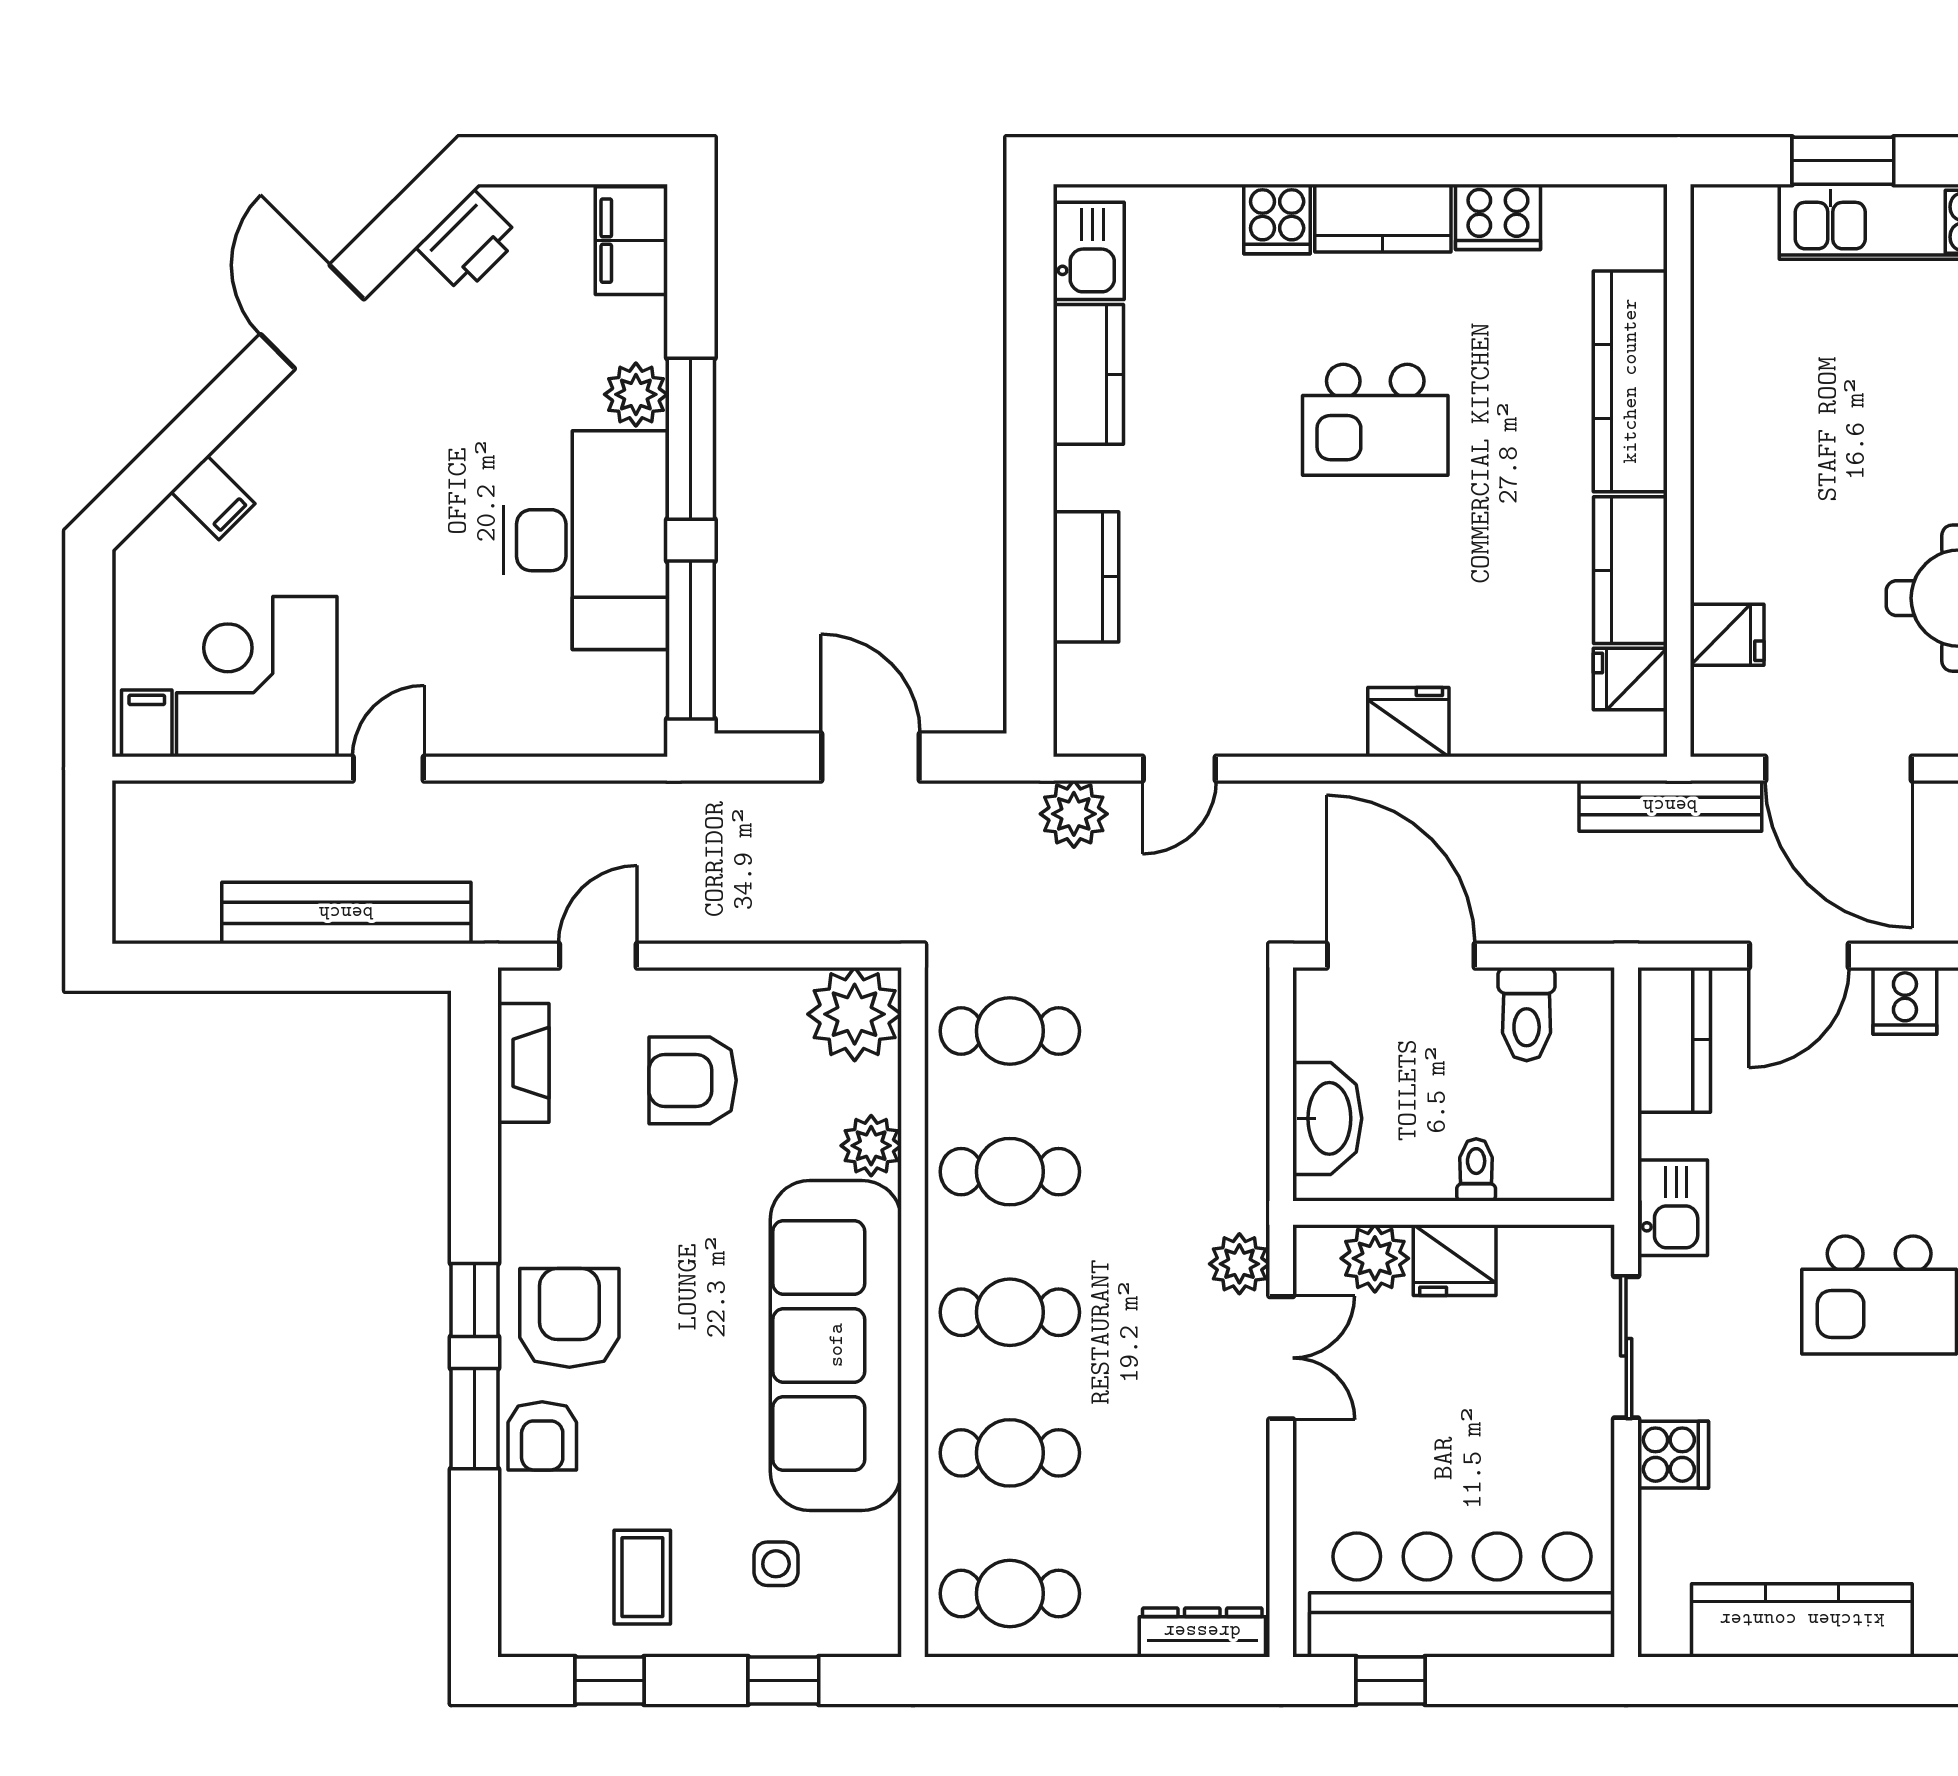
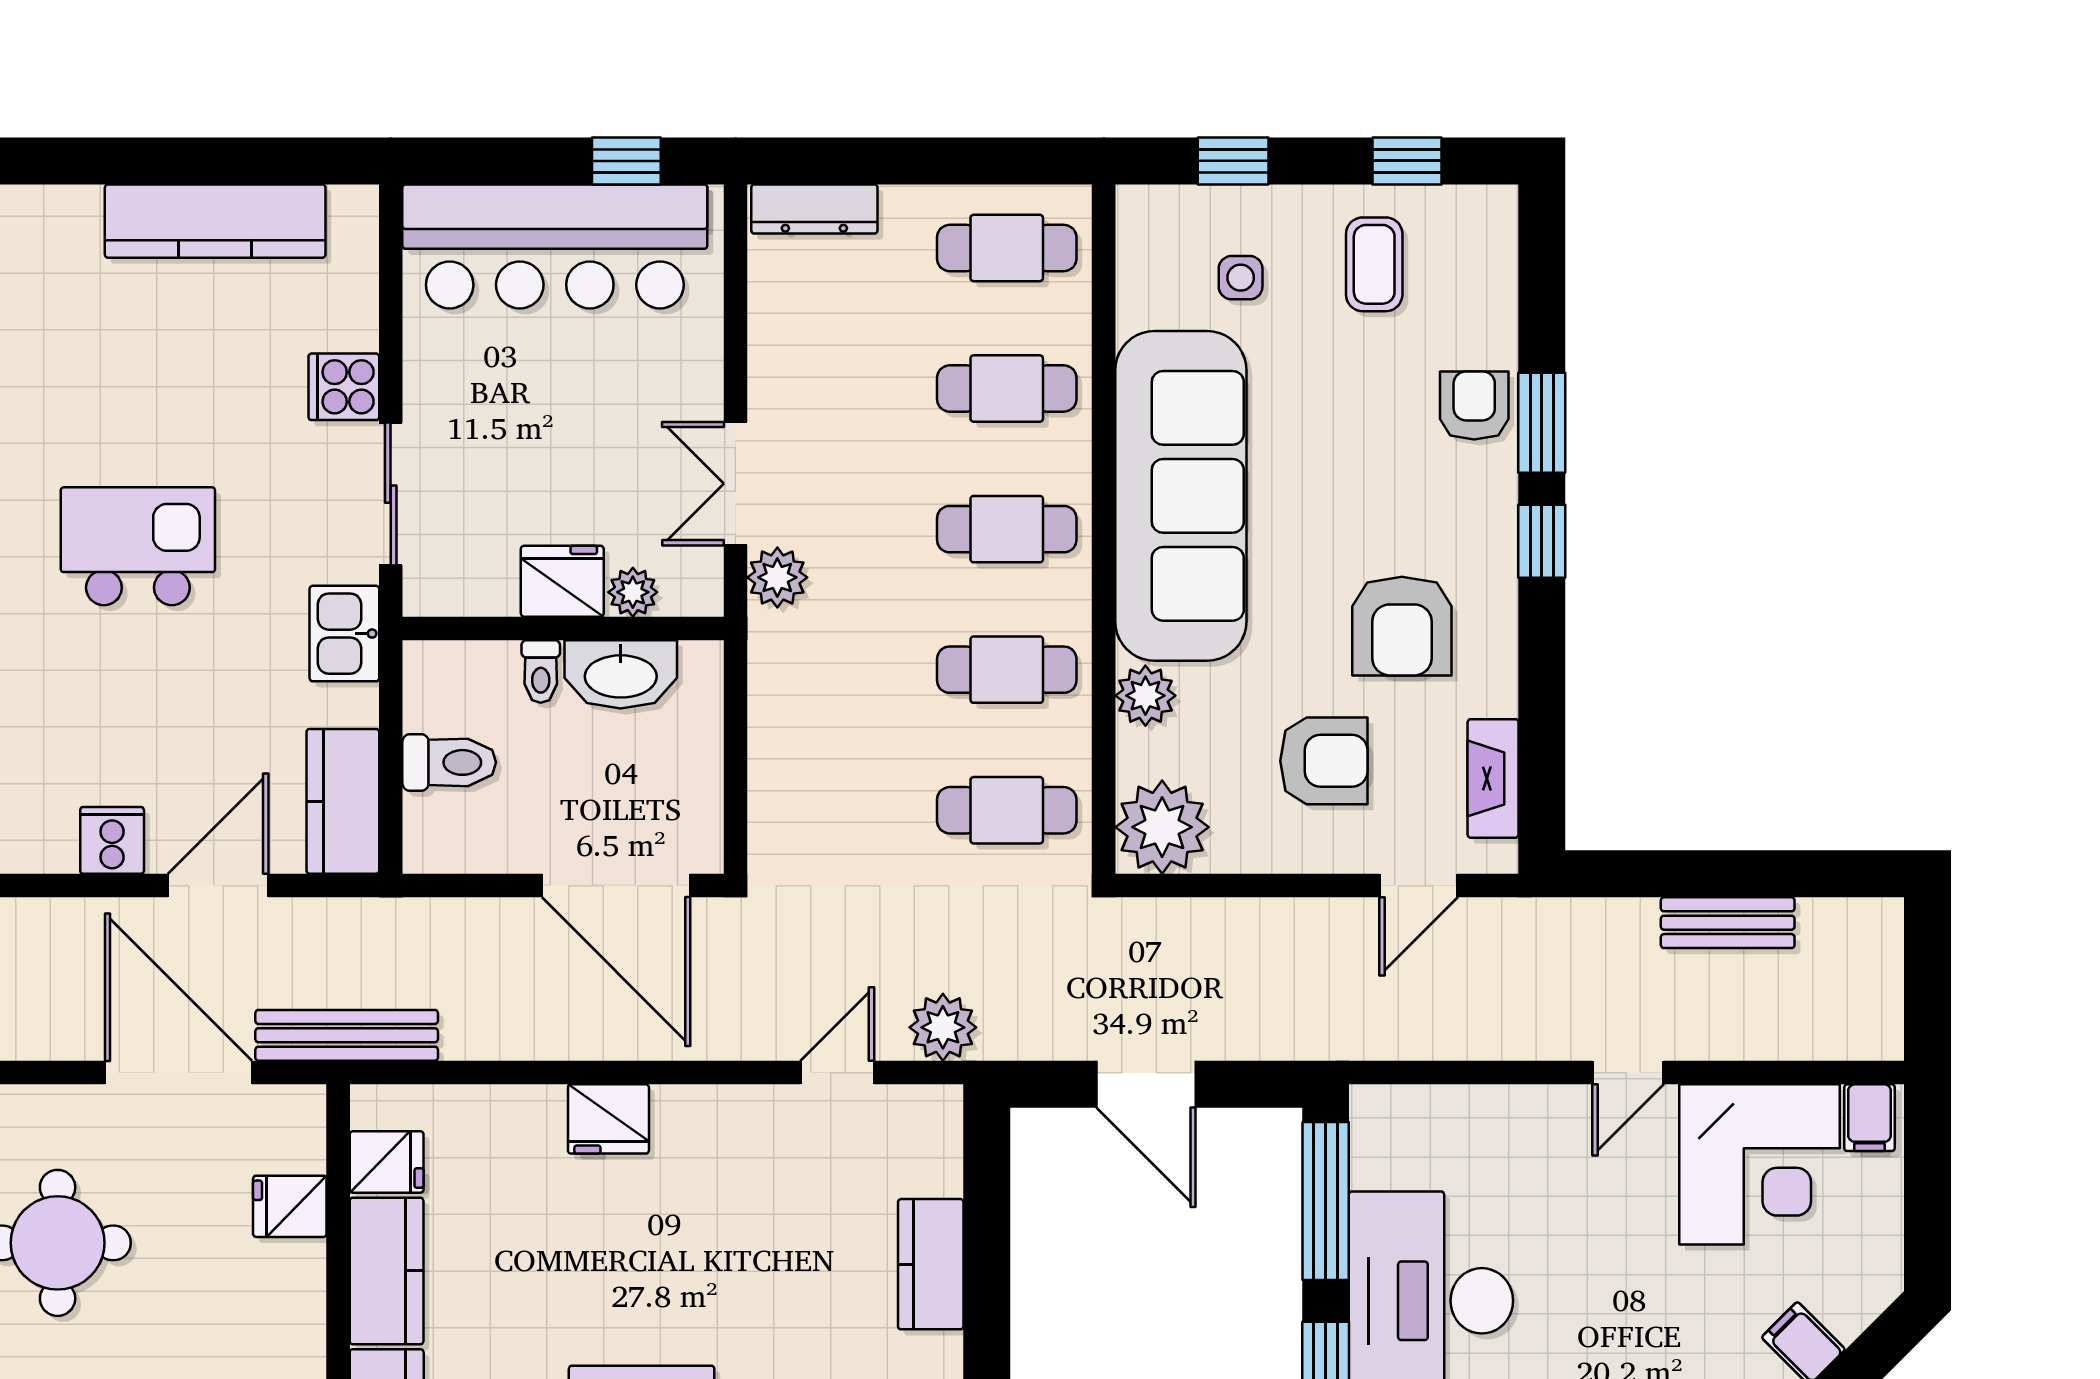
bench: (346, 913) -> (1728, 923), width x0.54, depth x0.82
toilet: (1527, 1014) -> (449, 762), moved, turned 90
washbasin: (1327, 1118) -> (621, 674), moved, turned -90
plant: (1375, 1258) -> (633, 592), width x0.73, depth x0.73
armchair: (569, 1318) -> (1402, 626), moved

